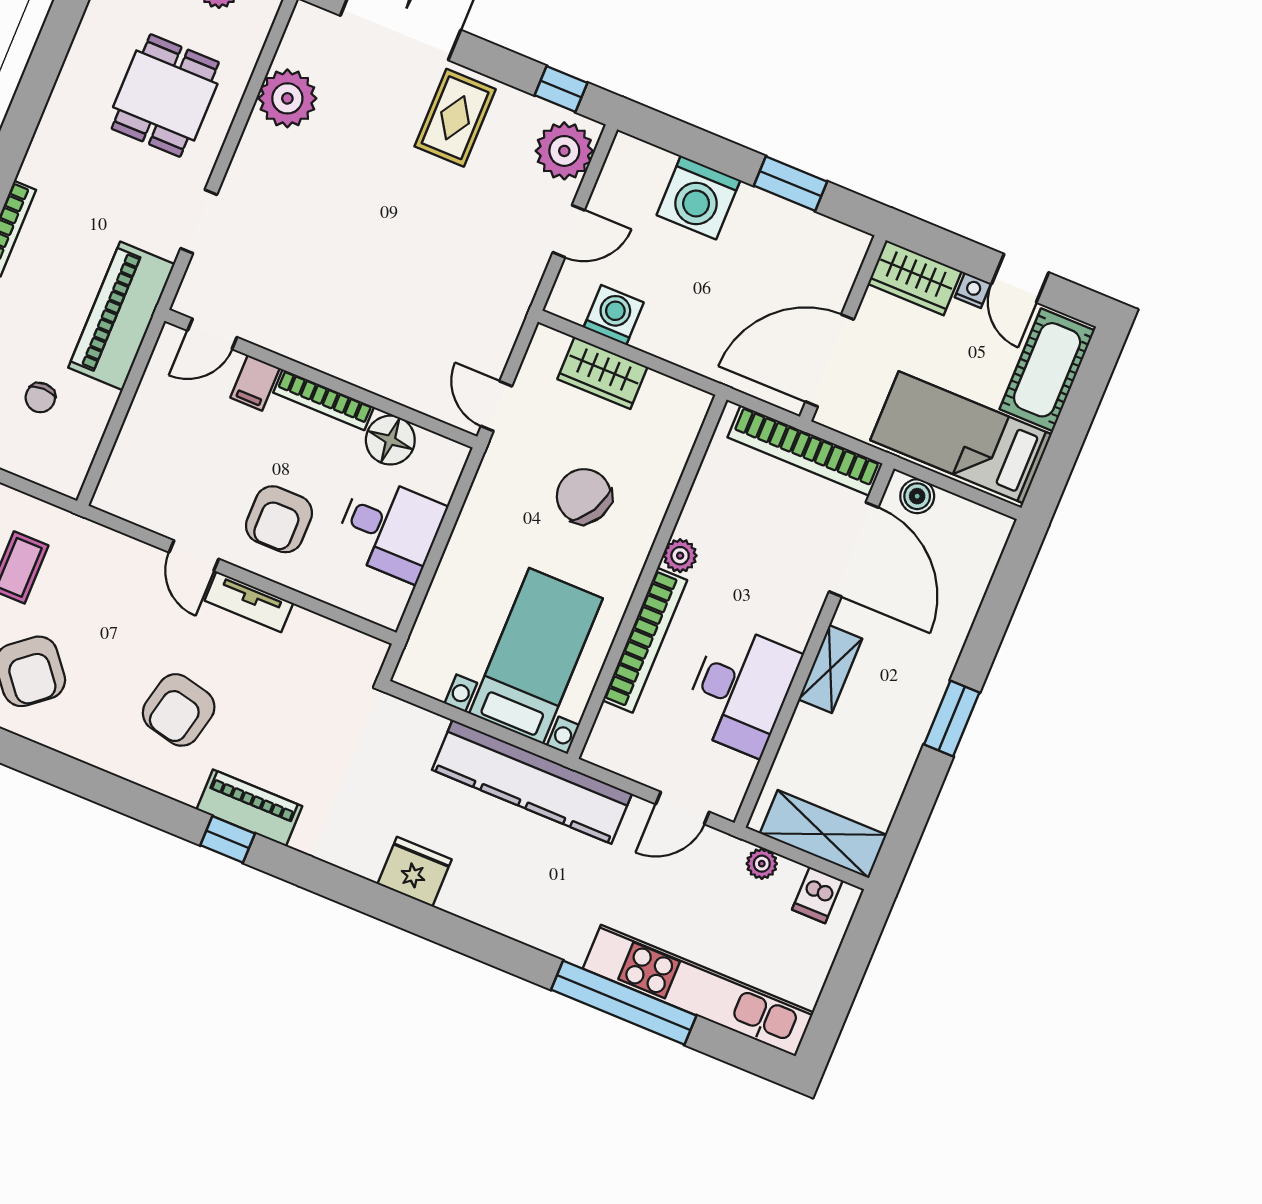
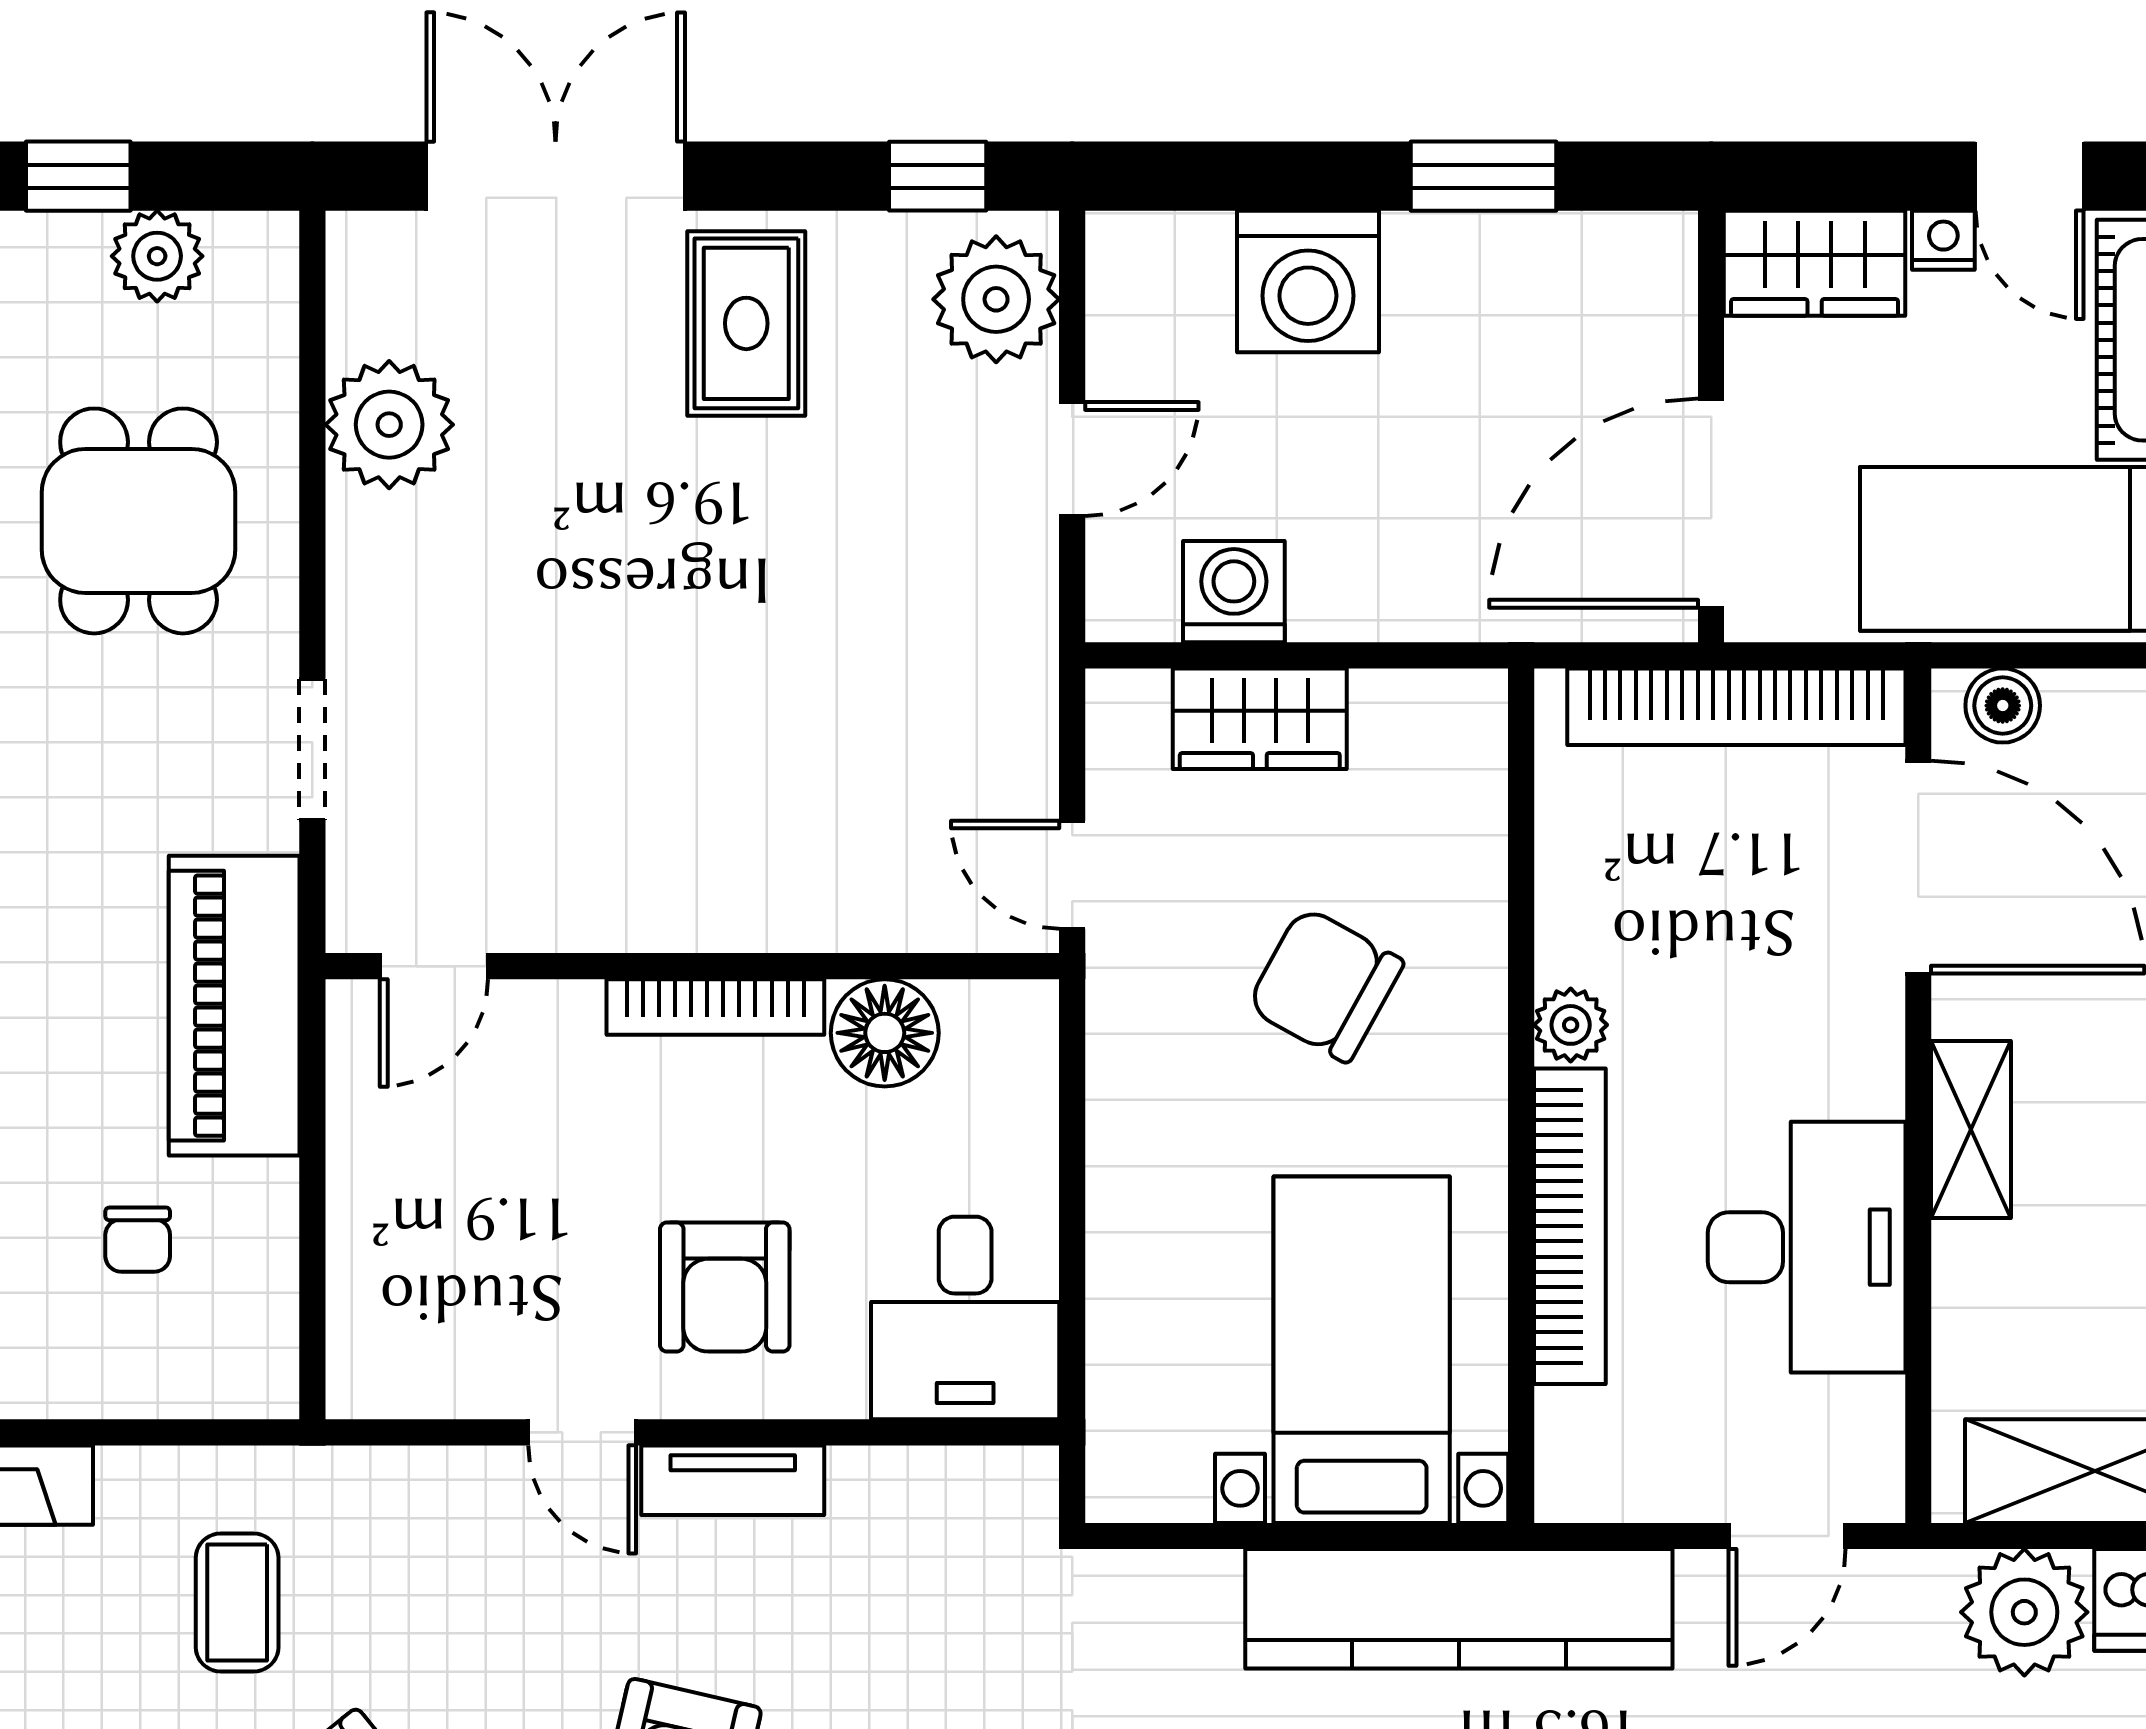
filing cabinet: (255, 383) -> (562, 1030), removed
desk: (390, 529) -> (965, 1318), moved, turned 90
plant: (762, 864) -> (2024, 1612), width x1.87, depth x1.87

